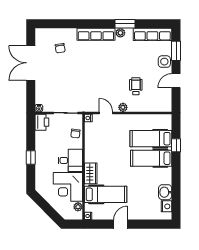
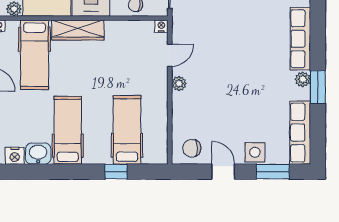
wheelchair: (136, 86) -> (214, 105), removed
chair: (162, 100) -> (192, 148), added
hospital bed: (151, 158) -> (68, 130), moved
wardrobe: (91, 173) -> (78, 30), width x1.50

